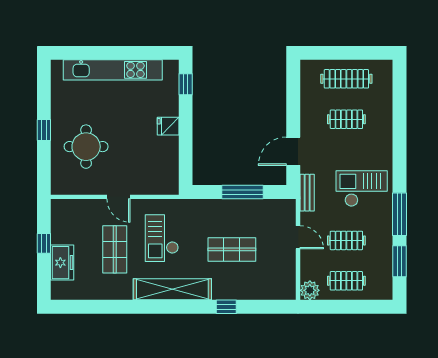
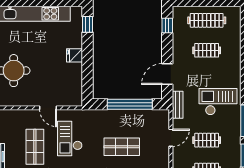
window: (293, 86) -> (167, 26), added
window: (243, 192) -> (130, 104), width x1.46
door: (118, 197) -> (48, 108), moved
door: (298, 237) -> (171, 138), hinge flipped

